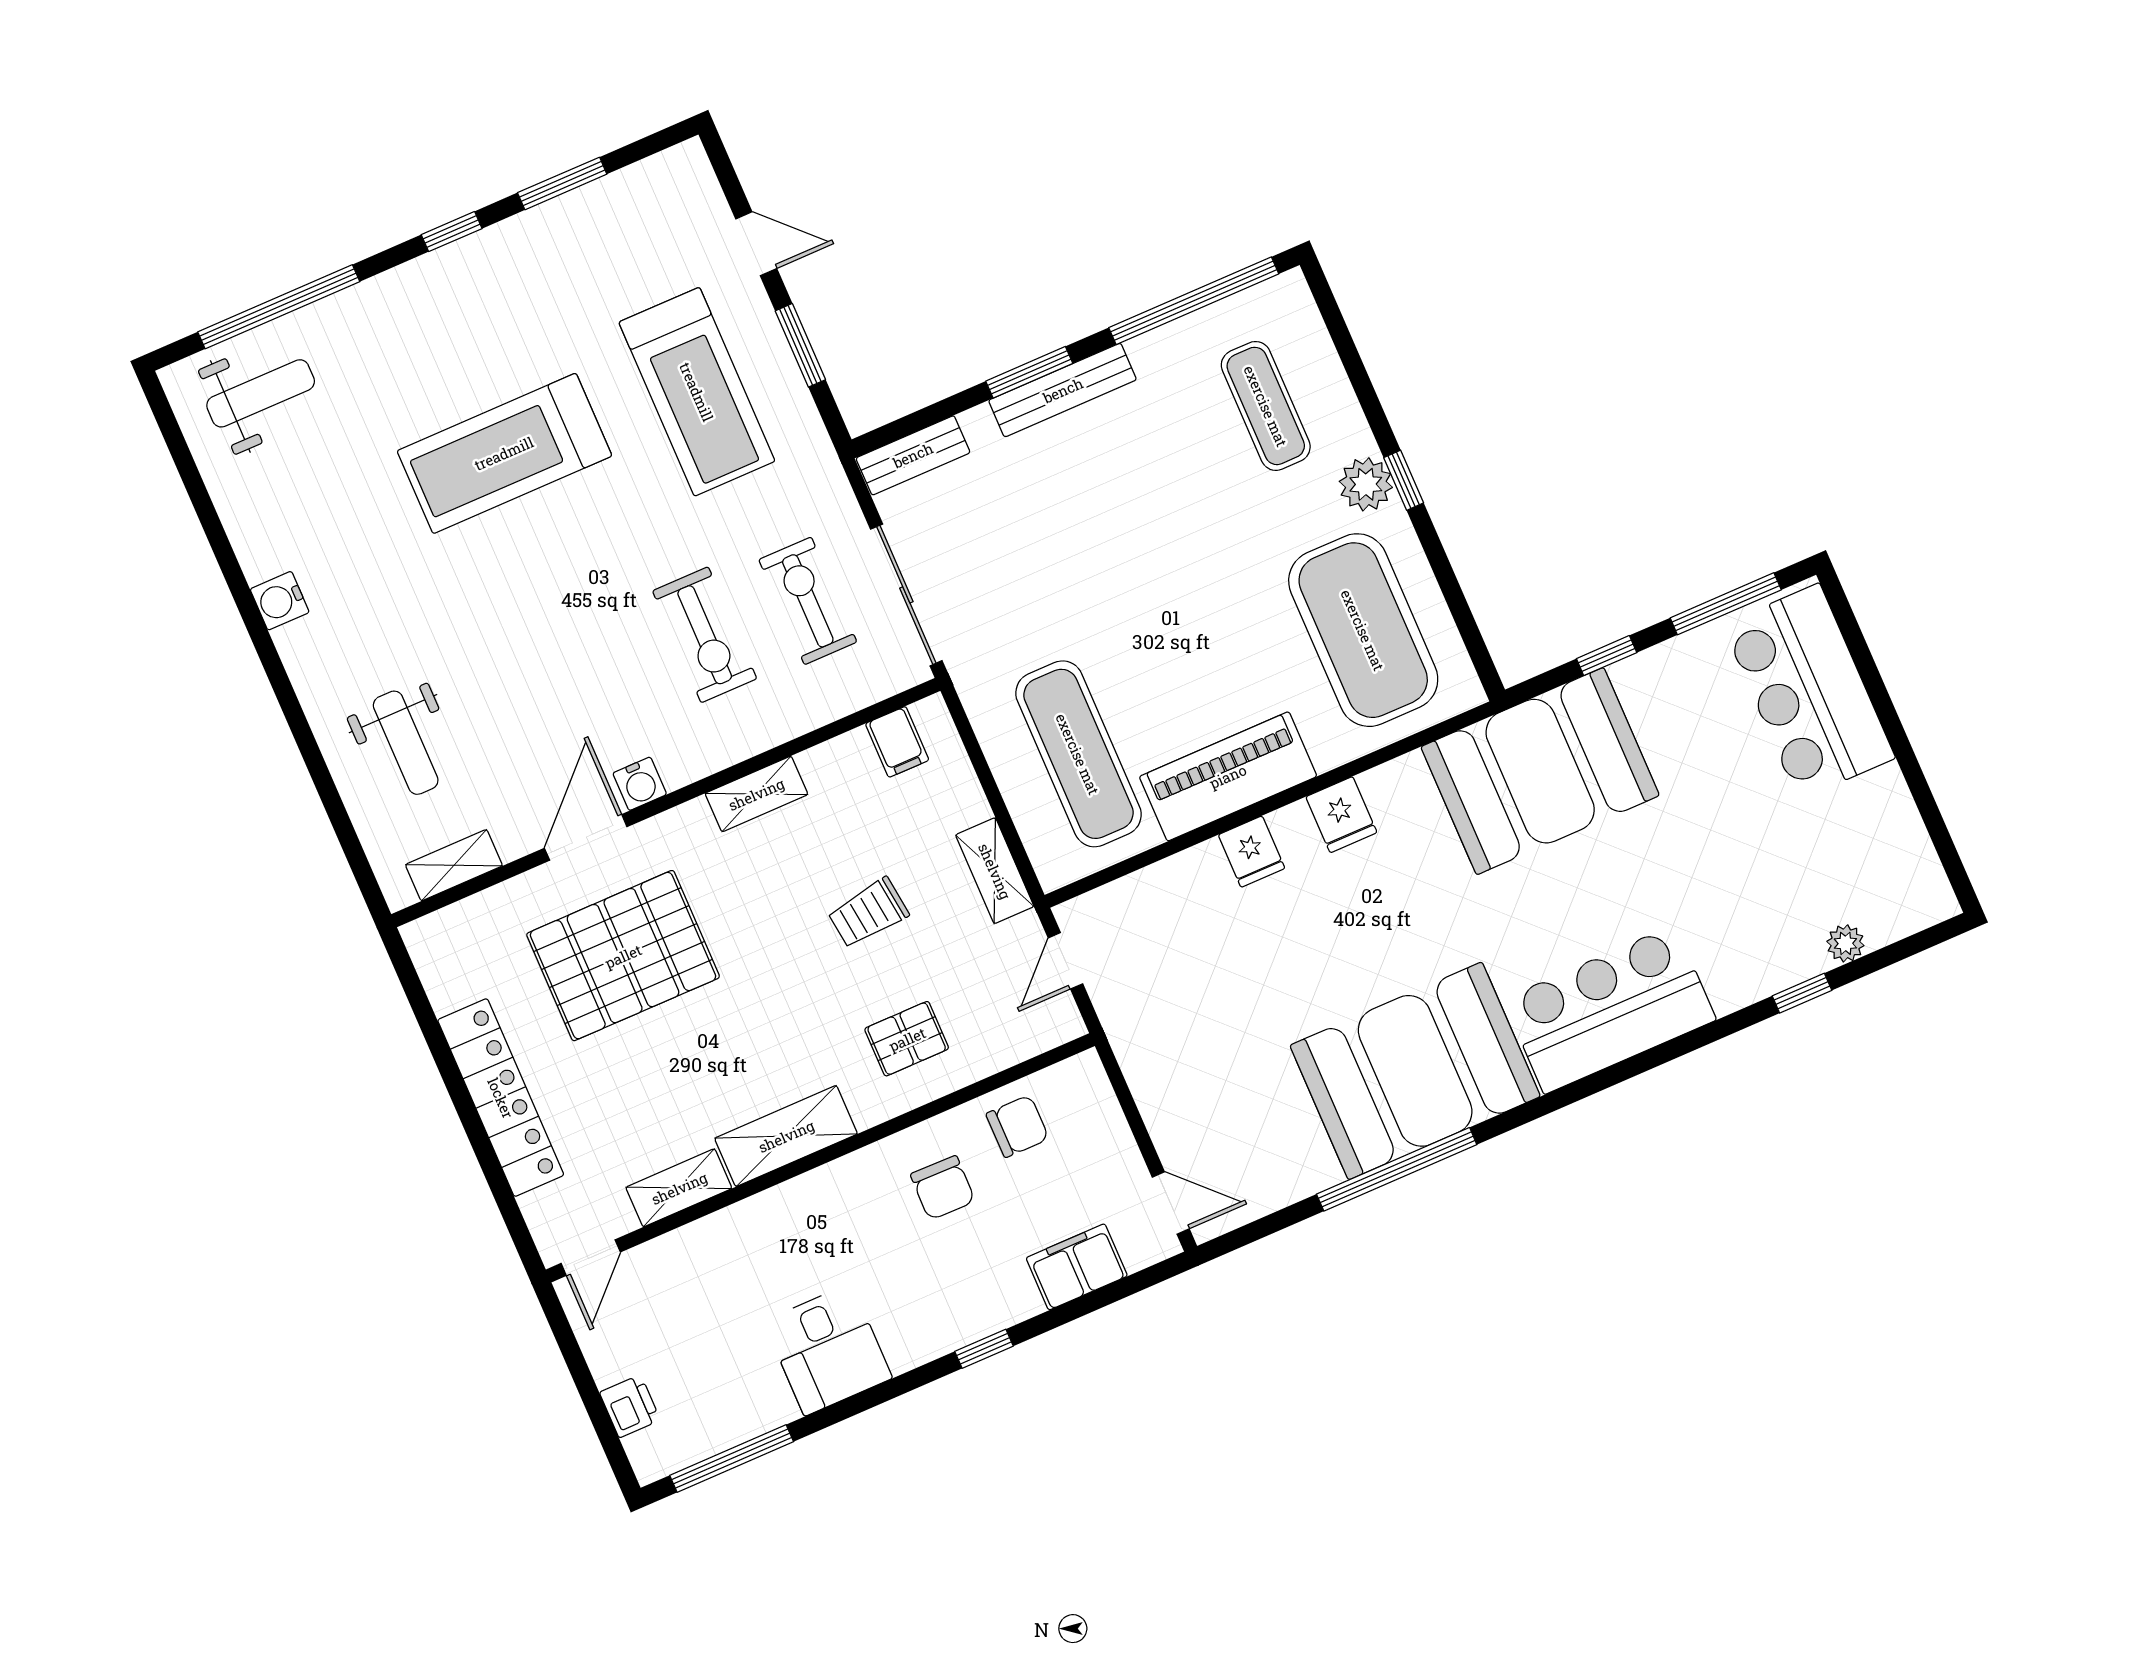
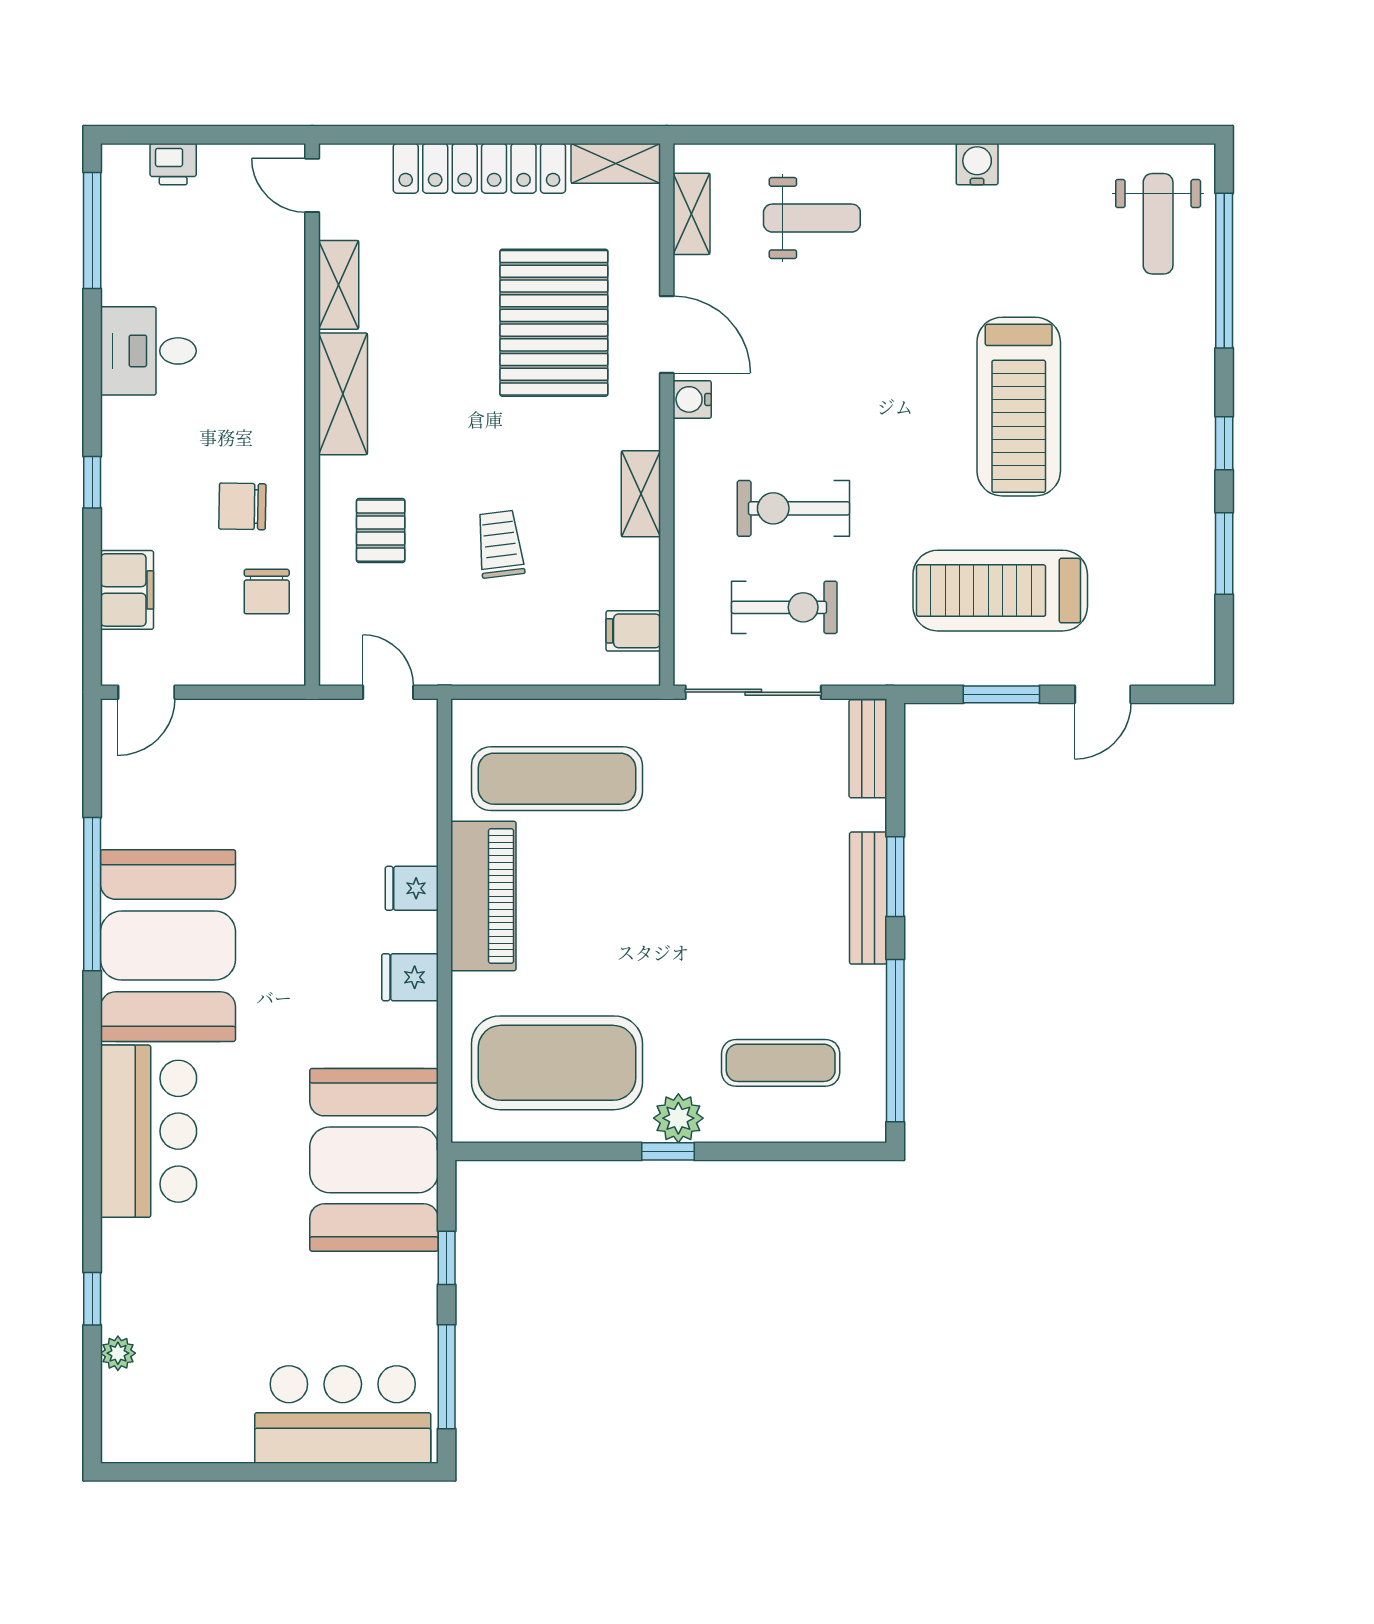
treadmill: (504, 453) -> (1019, 407), turned 180
weight bench: (406, 743) -> (812, 218), turned 180
shelving: (995, 871) -> (616, 163), moved

